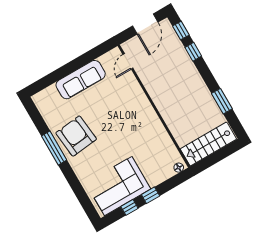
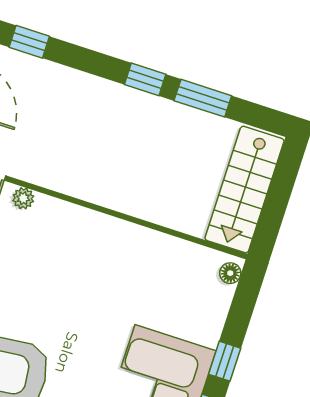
window: (193, 52) -> (145, 79), moved
plant: (132, 81) -> (23, 198), added

